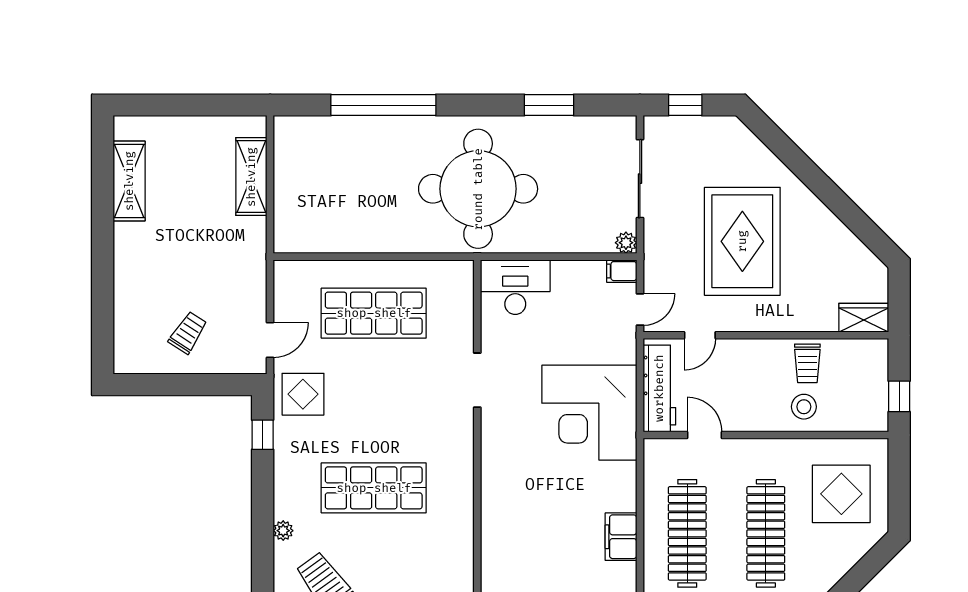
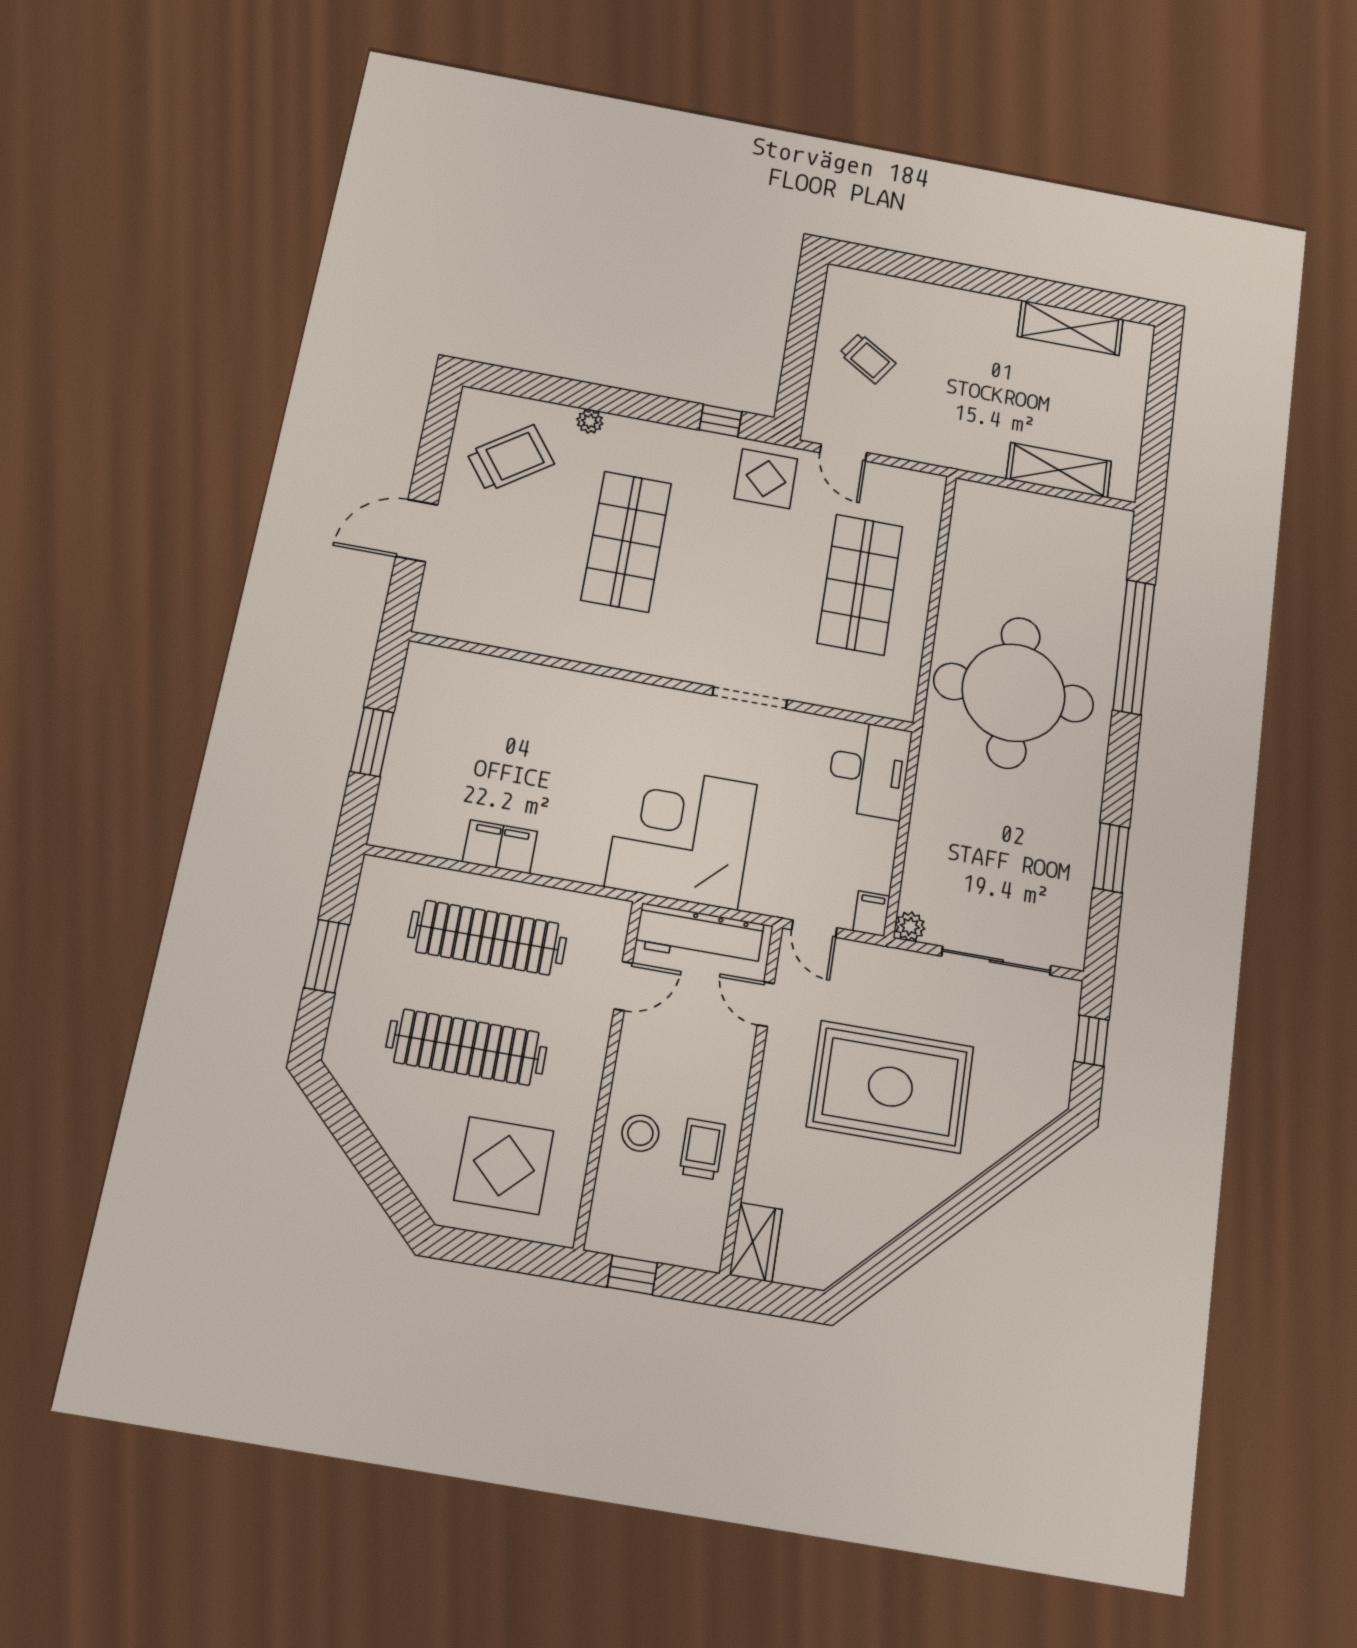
round table: (478, 189) -> (1014, 693), moved
trolley: (807, 363) -> (702, 1149), turned 90

